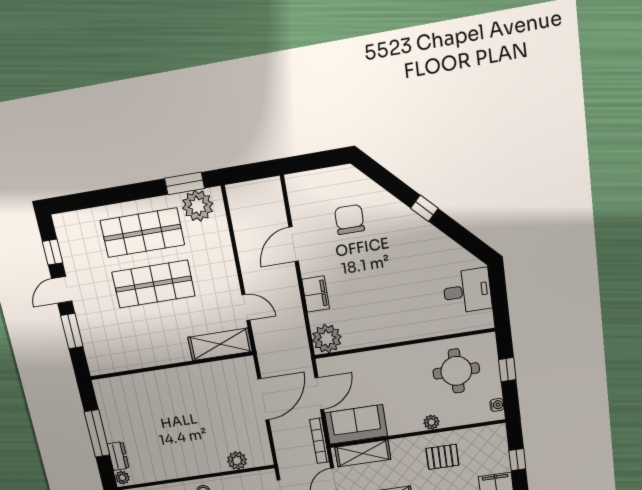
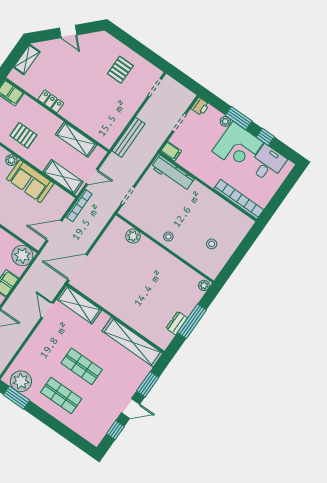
shop shelf: (142, 233) -> (61, 395), width x0.70, depth x0.74
shop shelf: (153, 284) -> (82, 366), width x0.70, depth x0.74
shelving: (130, 358) -> (132, 342), added
door: (263, 399) -> (77, 267), moved
sofa: (356, 424) -> (30, 181), moved
dresser: (118, 456) -> (177, 323), moved

